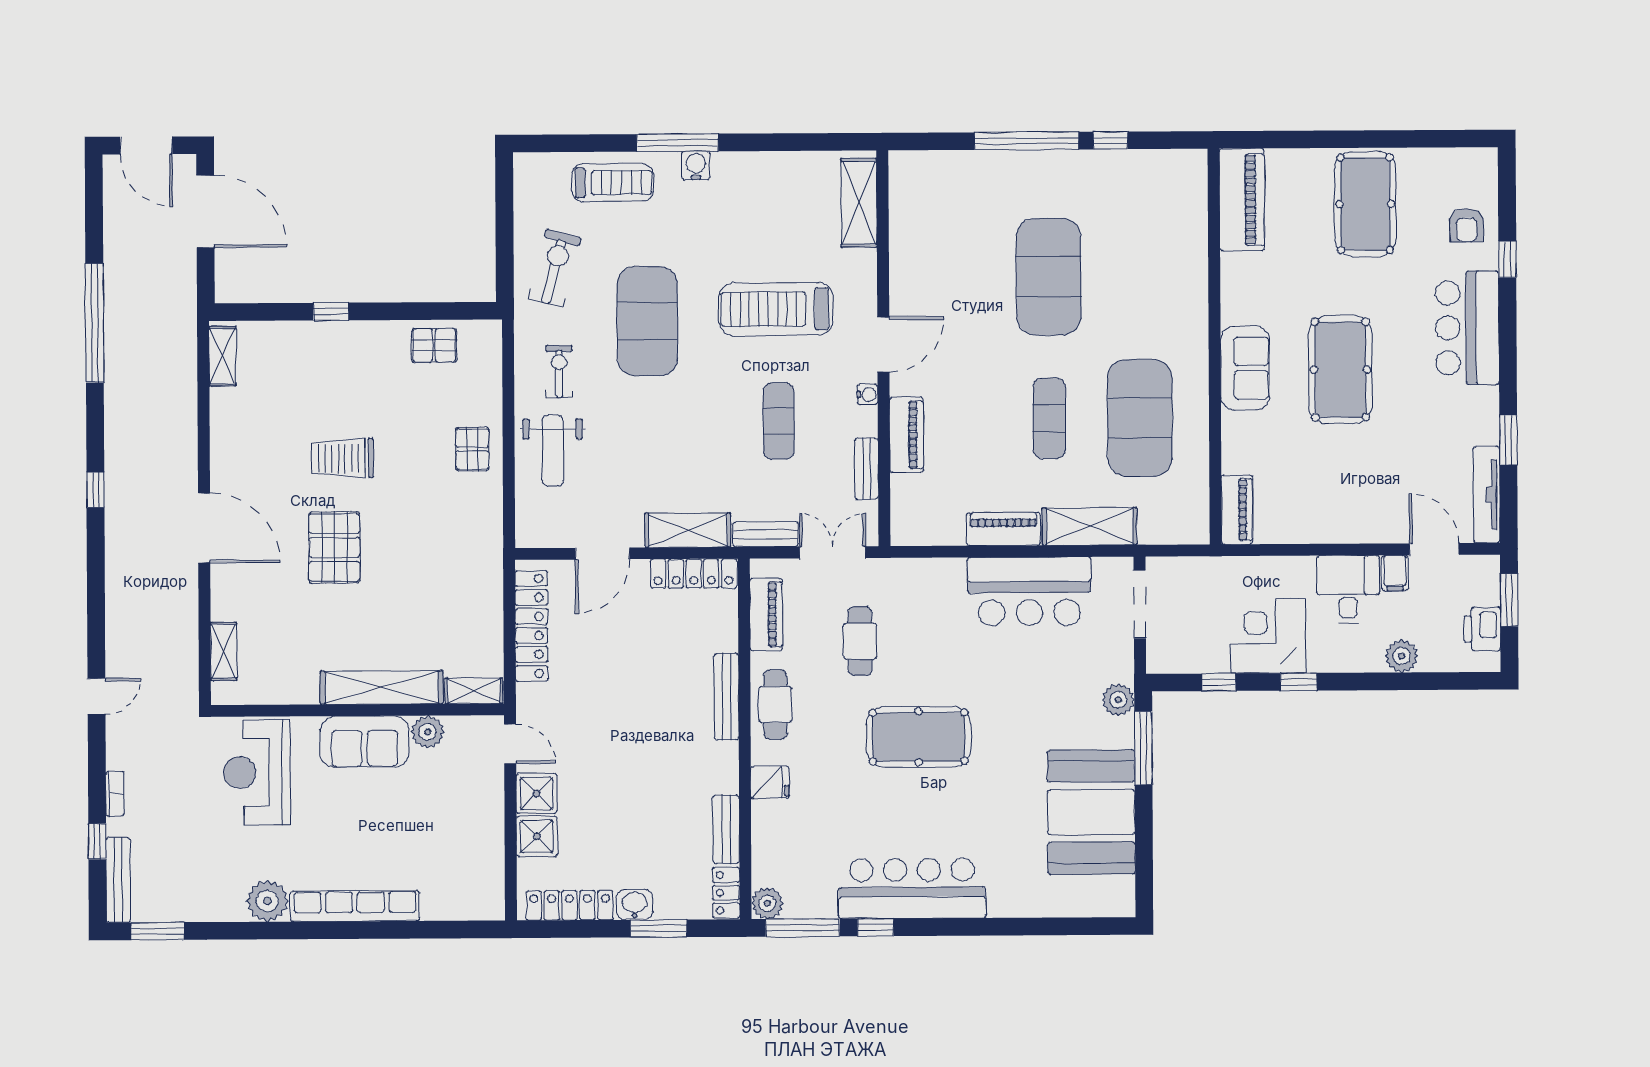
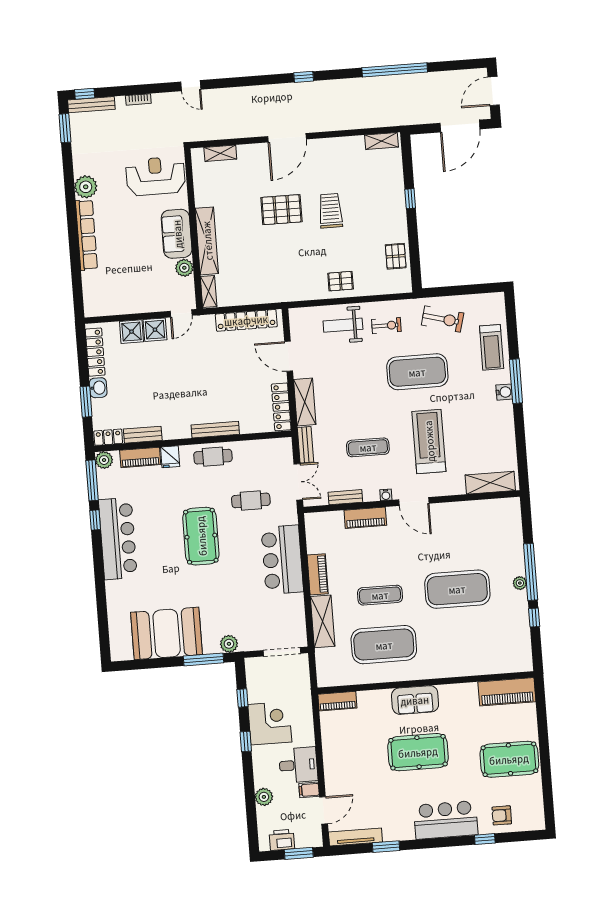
plant: (1046, 162) -> (520, 583), added
bar counter: (1029, 591) -> (282, 560), moved
piano: (766, 615) -> (140, 457), moved
window: (97, 841) -> (85, 94), moved

